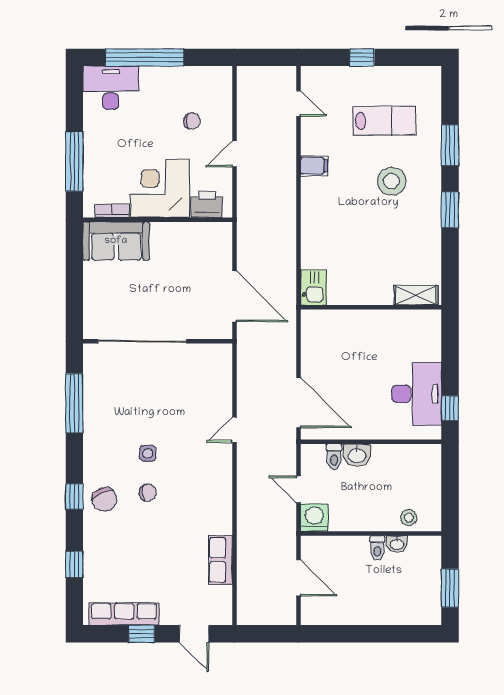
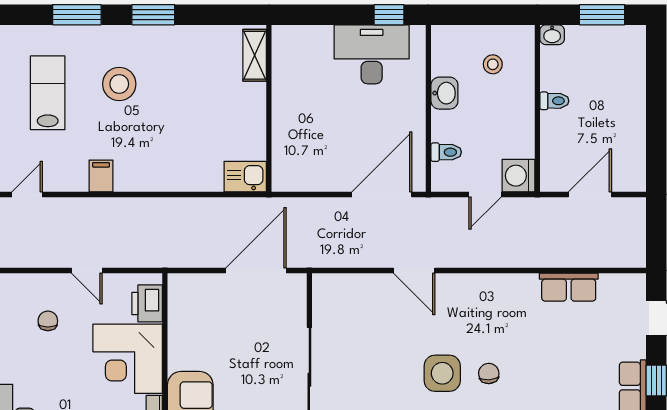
door: (234, 430) -> (414, 270), width x1.38
side table: (148, 453) -> (442, 373), width x1.87, depth x1.87
washbasin: (357, 455) -> (444, 93), moved
stool: (409, 518) -> (493, 64), moved
washbasin: (397, 544) -> (552, 35), moved, turned 90

